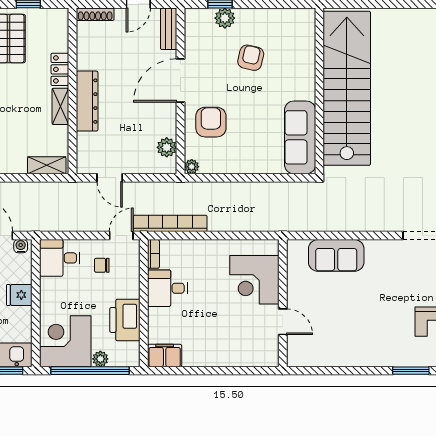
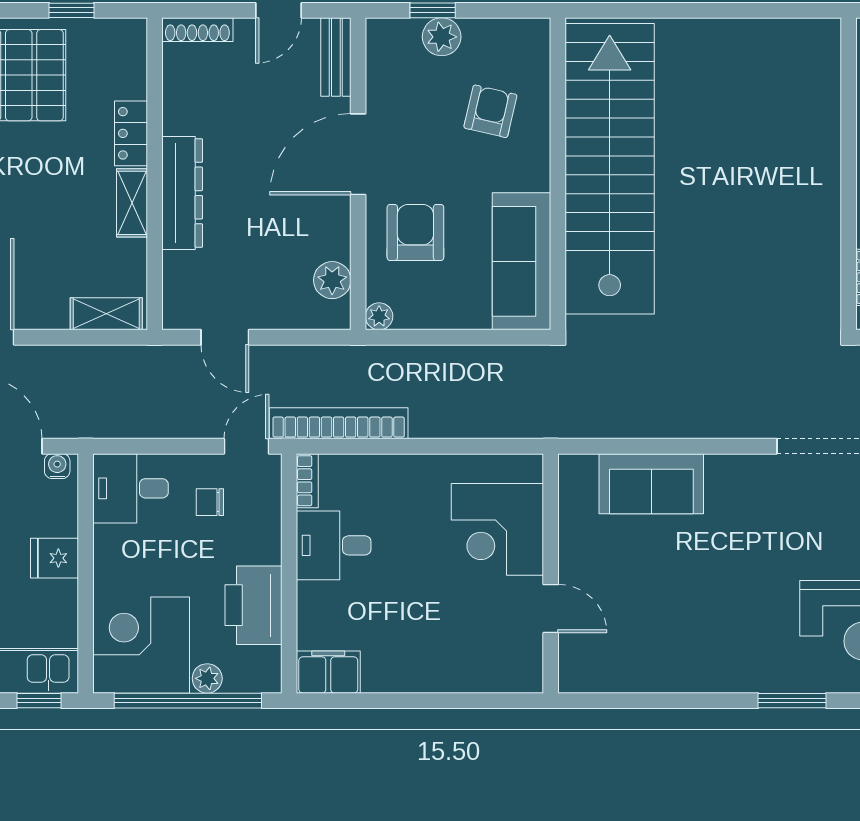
stairs: (347, 88) -> (610, 169), moved
wall: (319, 91) -> (558, 174), moved
sofa: (300, 137) -> (522, 261), moved

